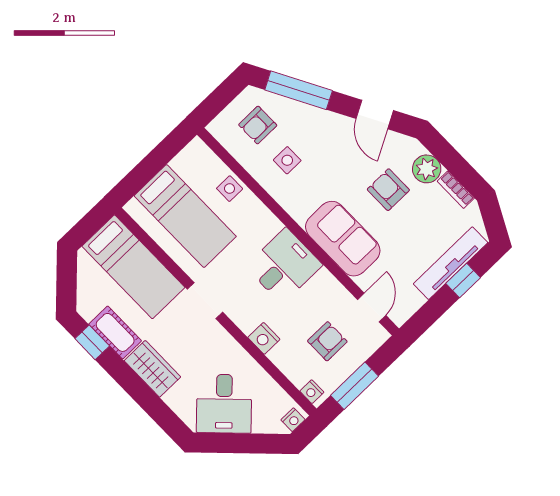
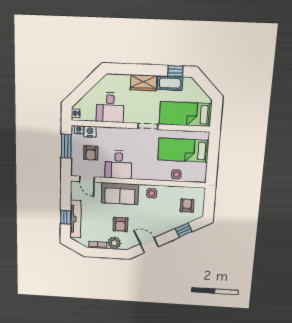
window: (299, 90) -> (184, 230), width x0.46
side table: (287, 160) -> (152, 193), moved
armchair: (388, 190) -> (120, 224), turned 90
desk: (284, 266) -> (118, 165), moved
nightstand: (264, 338) -> (90, 132), moved
desk: (224, 404) -> (110, 107), moved, turned -135

